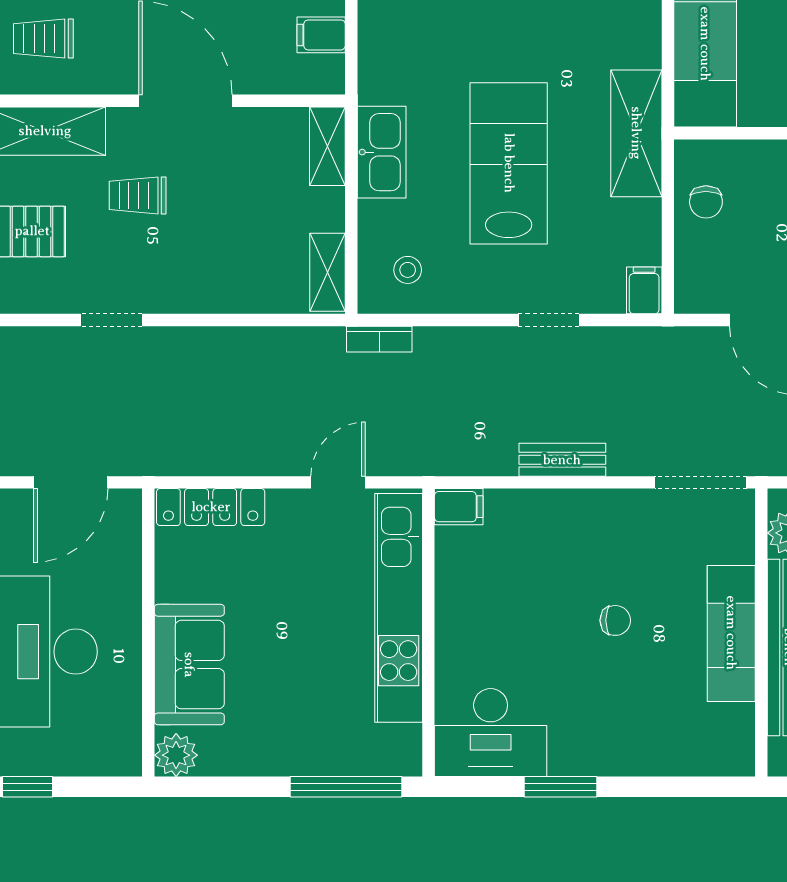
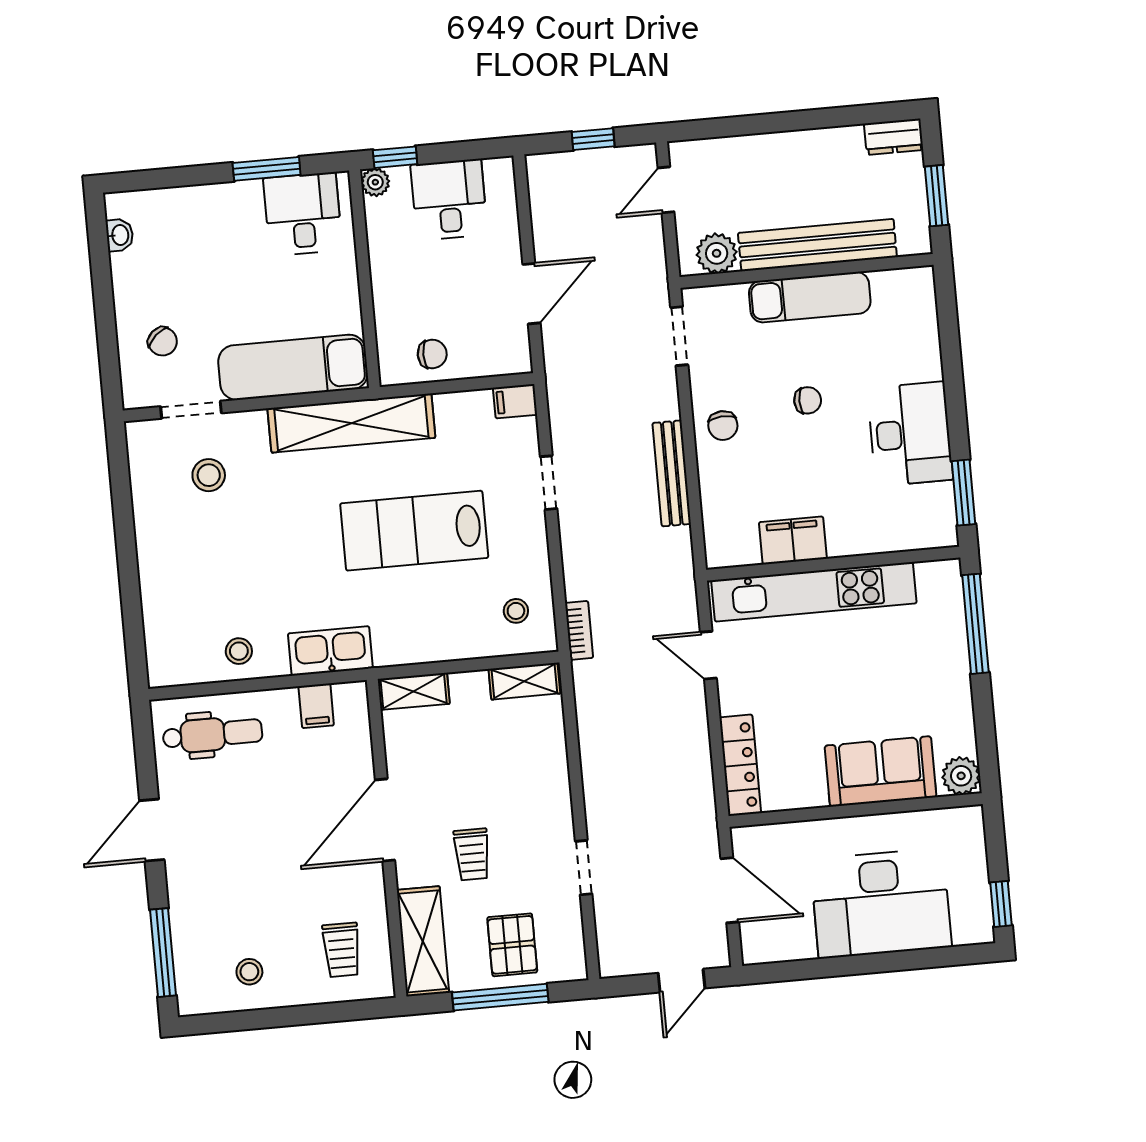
shelving: (636, 133) -> (351, 423), width x1.47
kitchen sink: (382, 152) -> (330, 651), moved
bench: (562, 460) -> (672, 473), width x1.36
doorway: (701, 482) -> (679, 336), width x0.73
filing cabinet: (459, 507) -> (793, 540), moved, width x2.00
chair: (595, 522) -> (723, 426), added
chair: (615, 620) -> (808, 400), turned 90
desk: (491, 733) -> (910, 434), moved
window: (560, 787) -> (964, 493), moved

